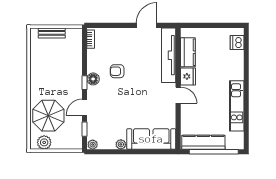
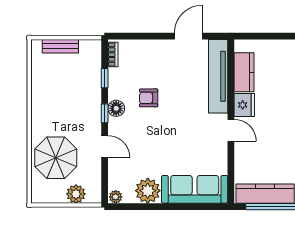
door: (85, 107) -> (105, 146), swing flipped
window: (85, 129) -> (105, 78), moved
plant: (44, 142) -> (76, 194), moved
plant: (121, 144) -> (148, 191), width x1.88, depth x1.88

